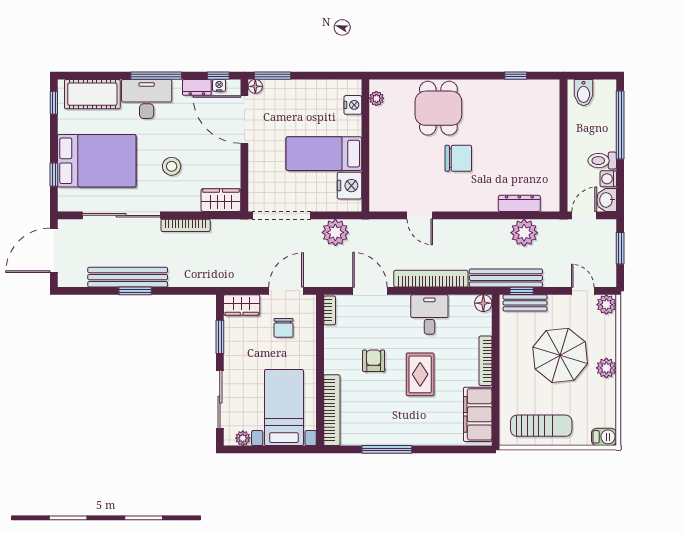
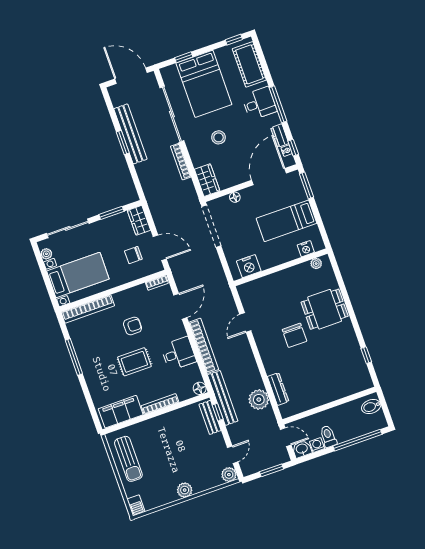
floor lamp: (255, 86) -> (235, 197), moved
desk: (147, 99) -> (259, 103), width x0.73
bed: (324, 154) -> (286, 221), moved, turned -90
plant: (335, 232) -> (213, 268), removed
parasol: (560, 355) -> (182, 455), removed

